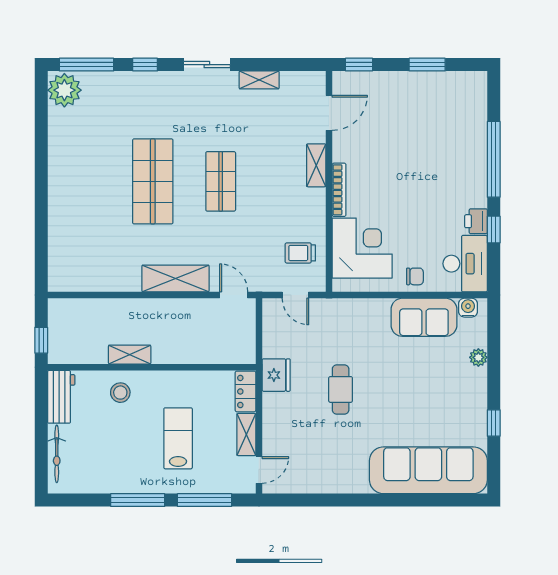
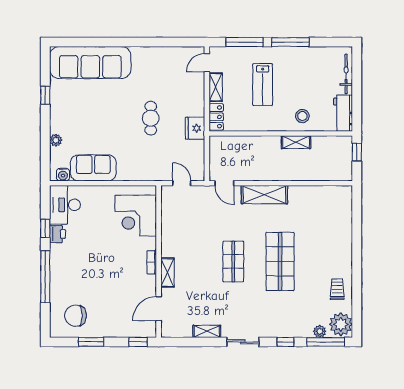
plant: (95, 80) -> (320, 331), added
bookcase: (339, 190) -> (152, 262), width x0.64
trolley: (300, 253) -> (337, 289), moved, turned -90
chair: (415, 276) -> (76, 316), moved, width x1.87, depth x1.87

